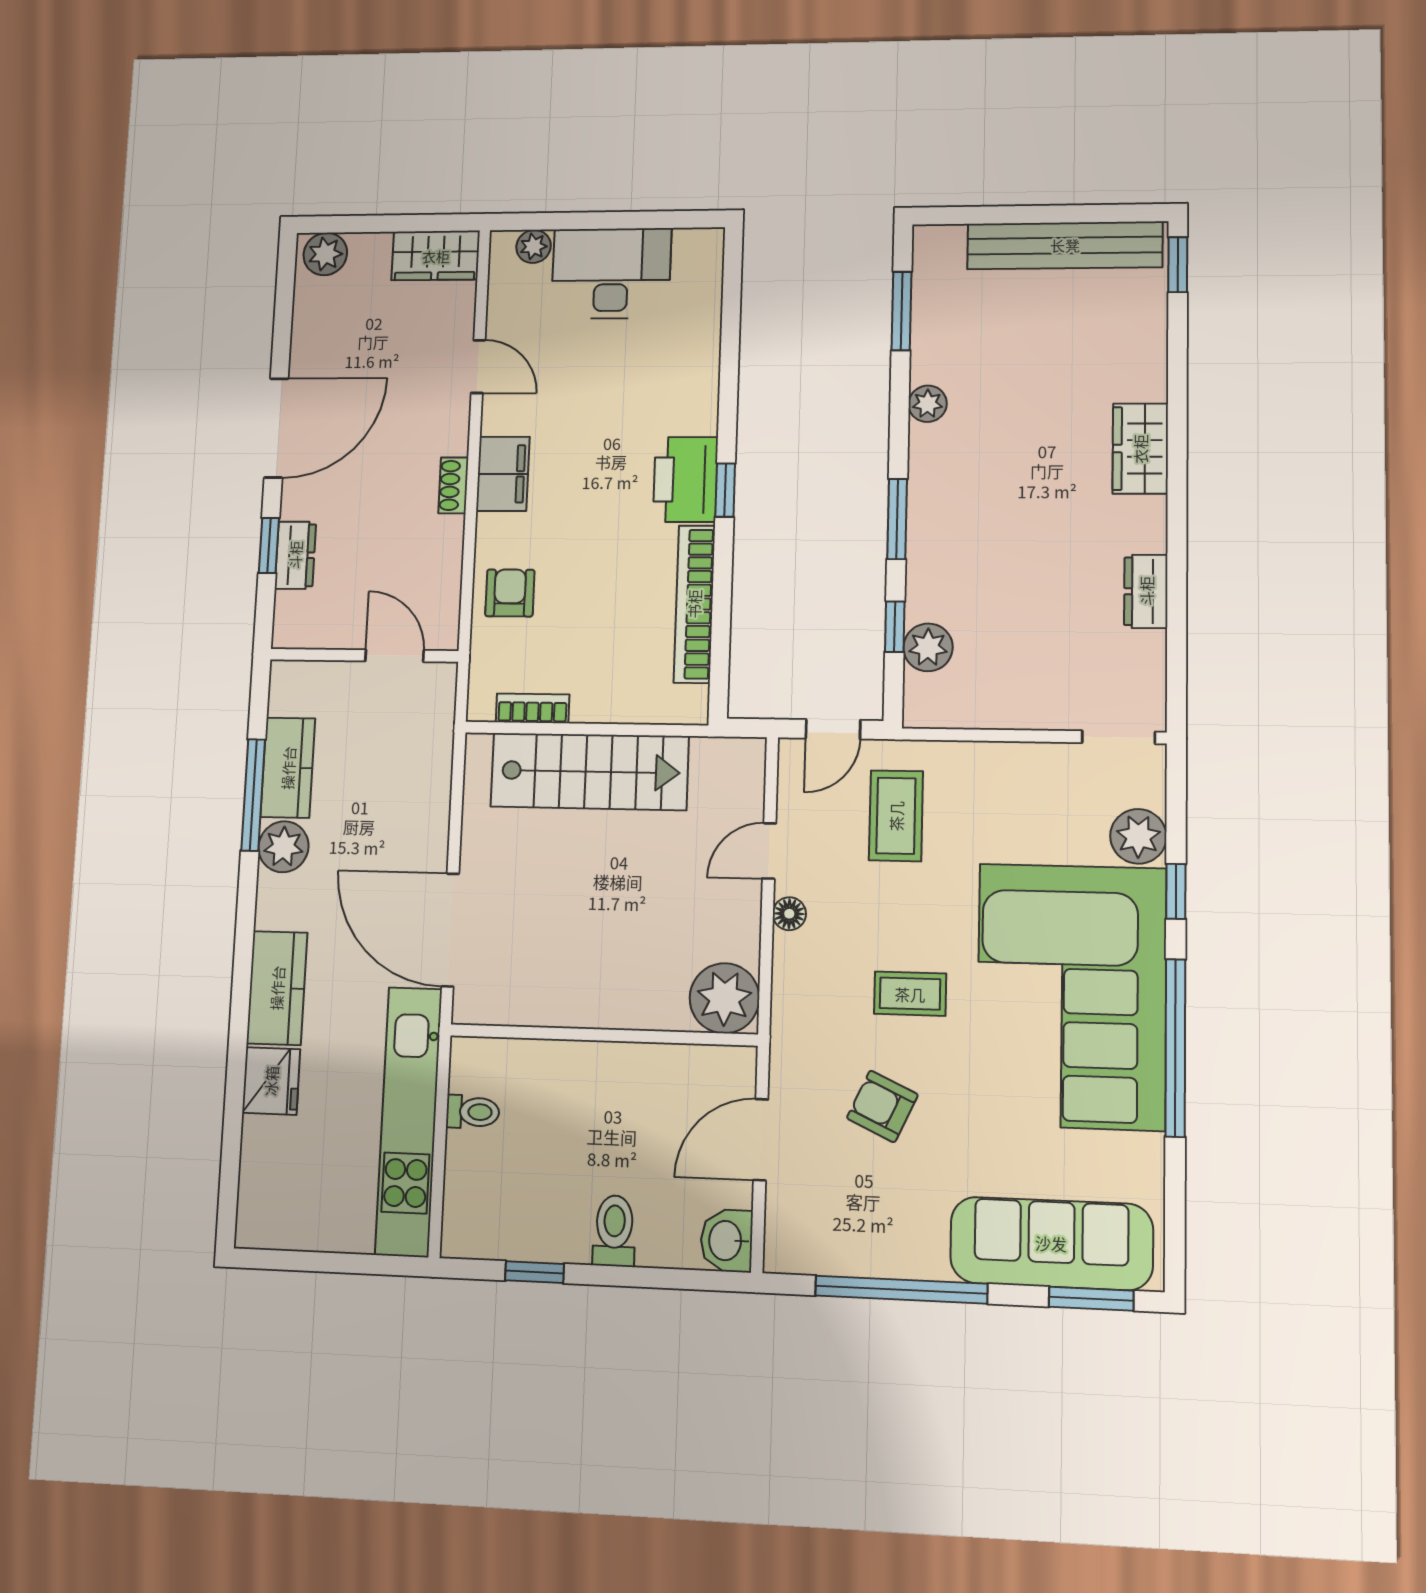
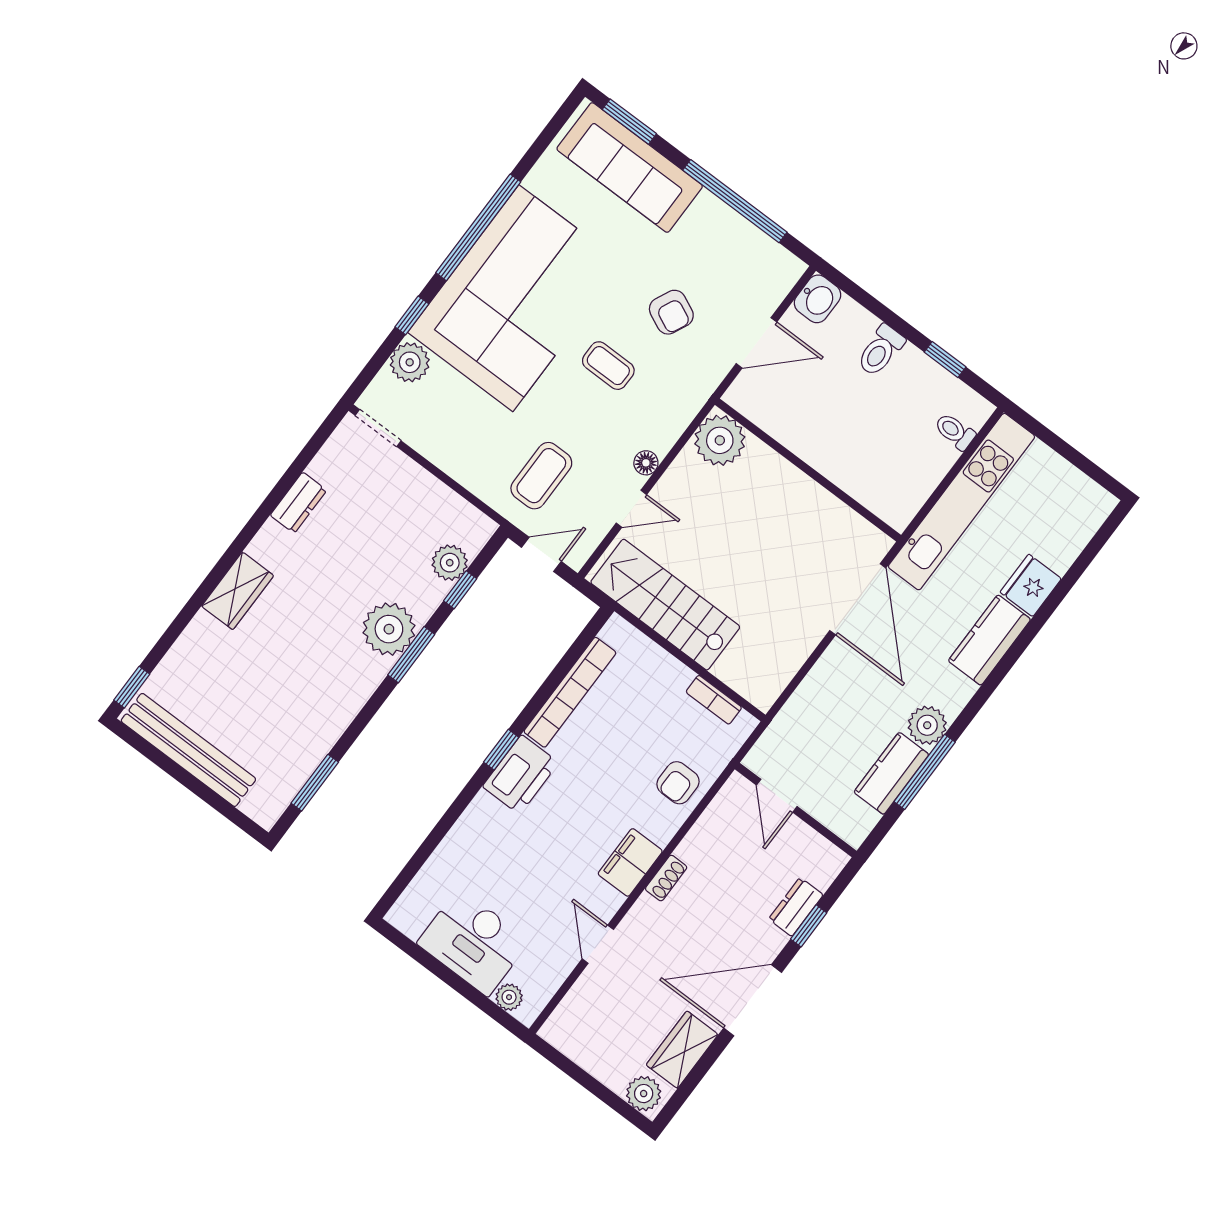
wardrobe: (436, 256) -> (682, 1050), moved, turned -90
plant: (928, 404) -> (389, 629), moved, width x1.88, depth x1.88
stairs: (589, 771) -> (665, 605), moved
toilet: (473, 1112) -> (955, 431), moved

